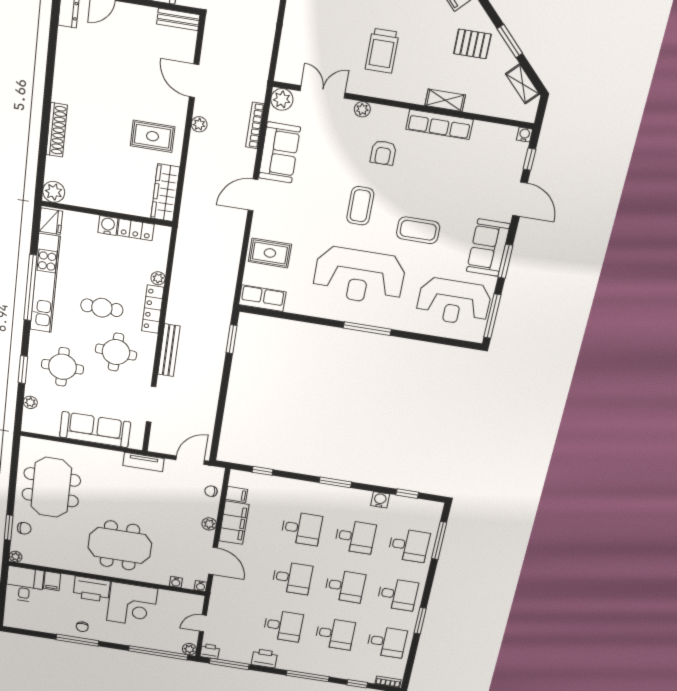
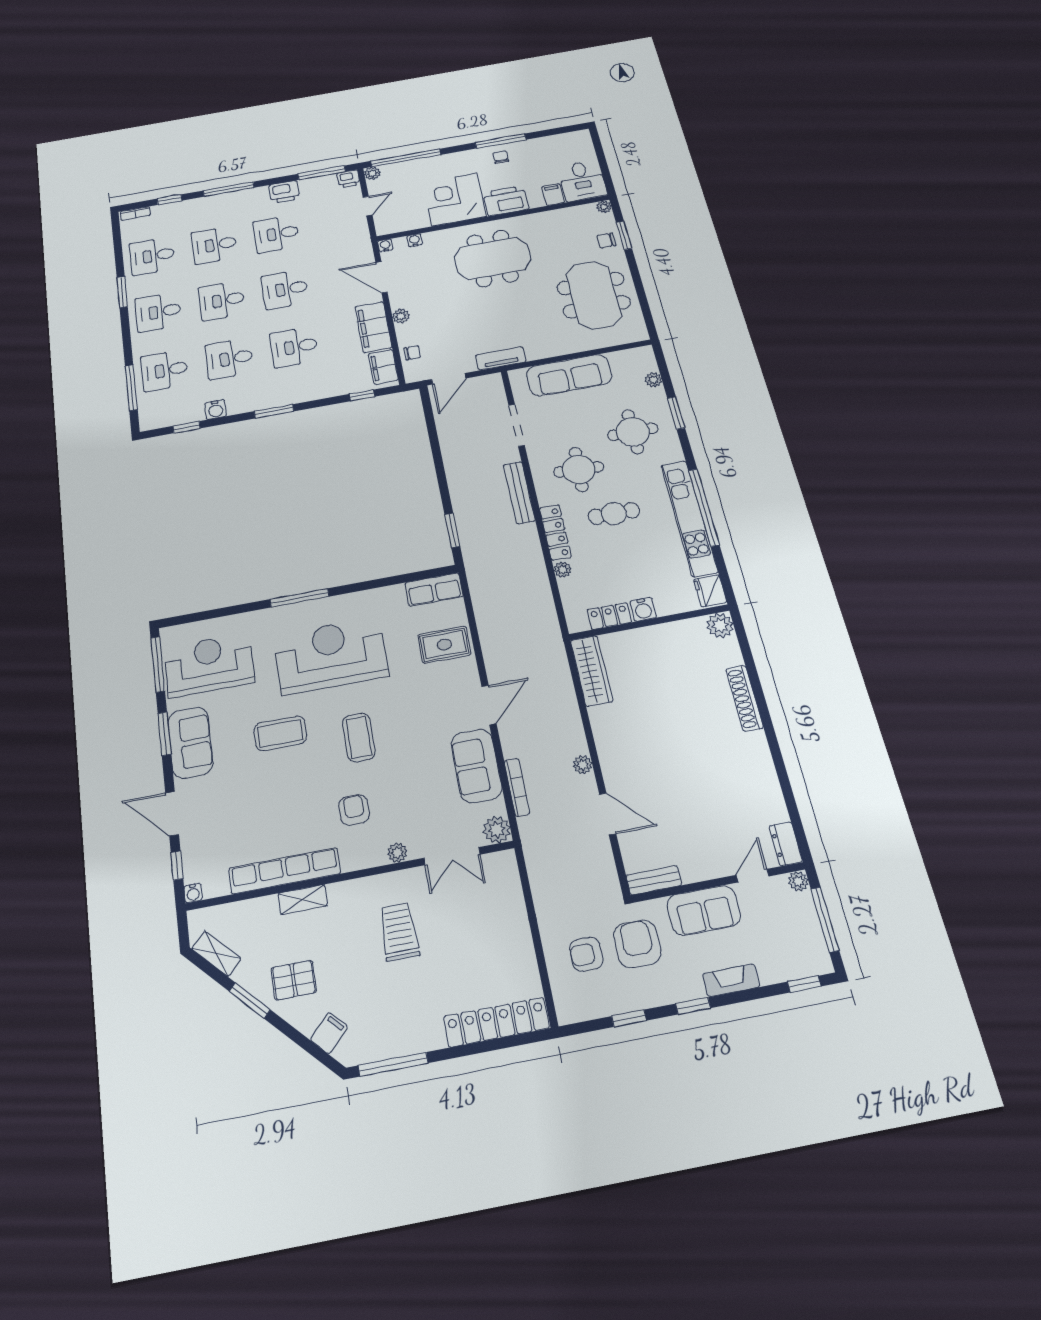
row of seats: (439, 124) -> (285, 871), width x1.36
rug: (152, 136) -> (631, 731), removed
filing cabinet: (237, 494) -> (383, 367), width x2.00

